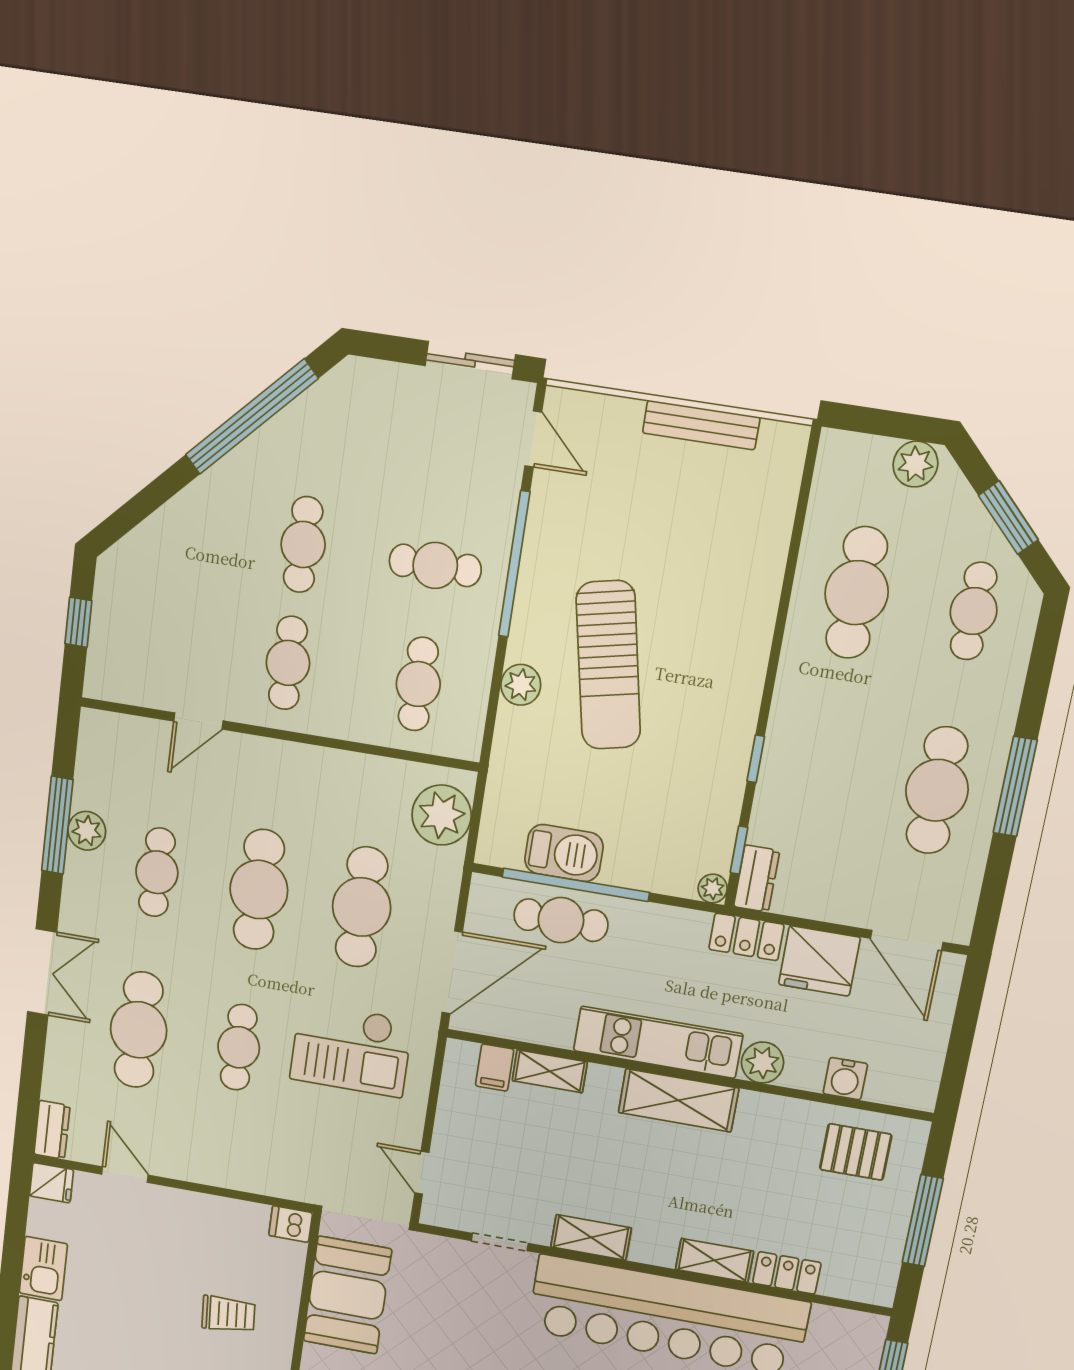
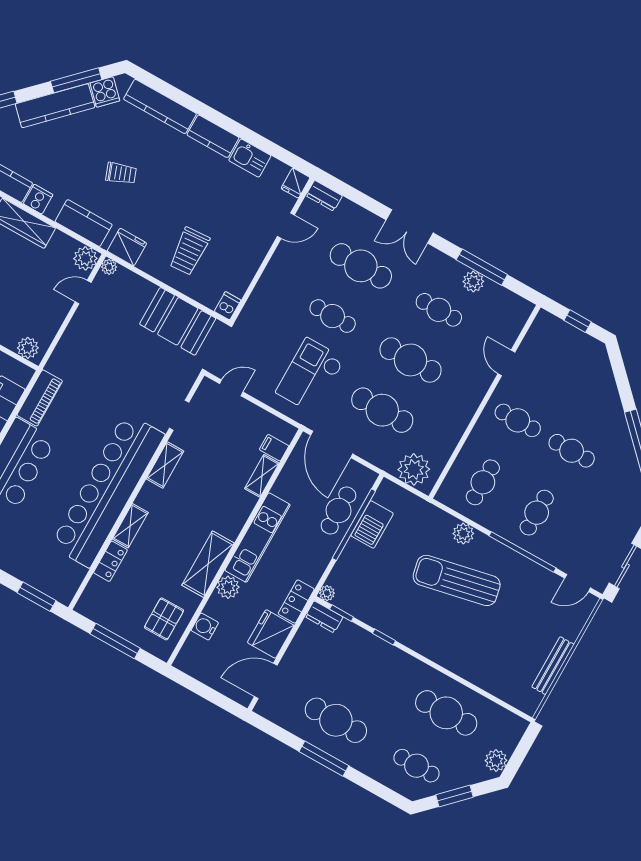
cafe table: (418, 684) -> (483, 482), turned 90
shelving: (678, 1100) -> (208, 564), moved
trolley: (228, 1314) -> (189, 251), width x1.36, depth x1.39

